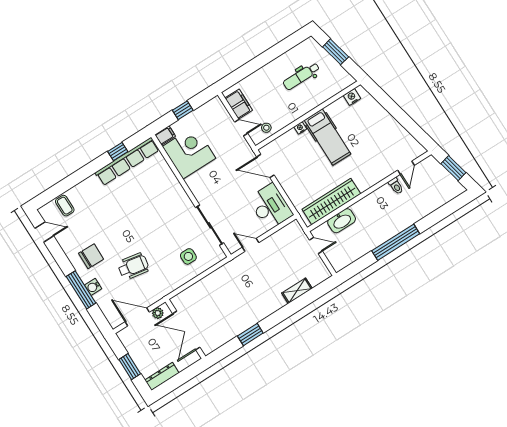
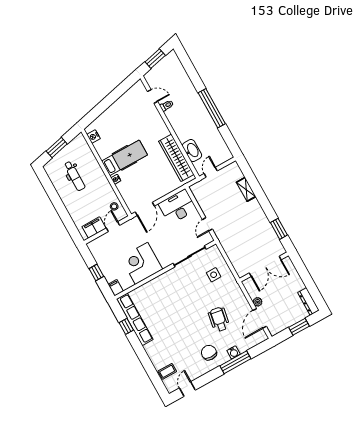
corner desk: (189, 152) -> (141, 263), moved
wall: (185, 329) -> (264, 267), moved
double door: (186, 330) -> (265, 266), moved

